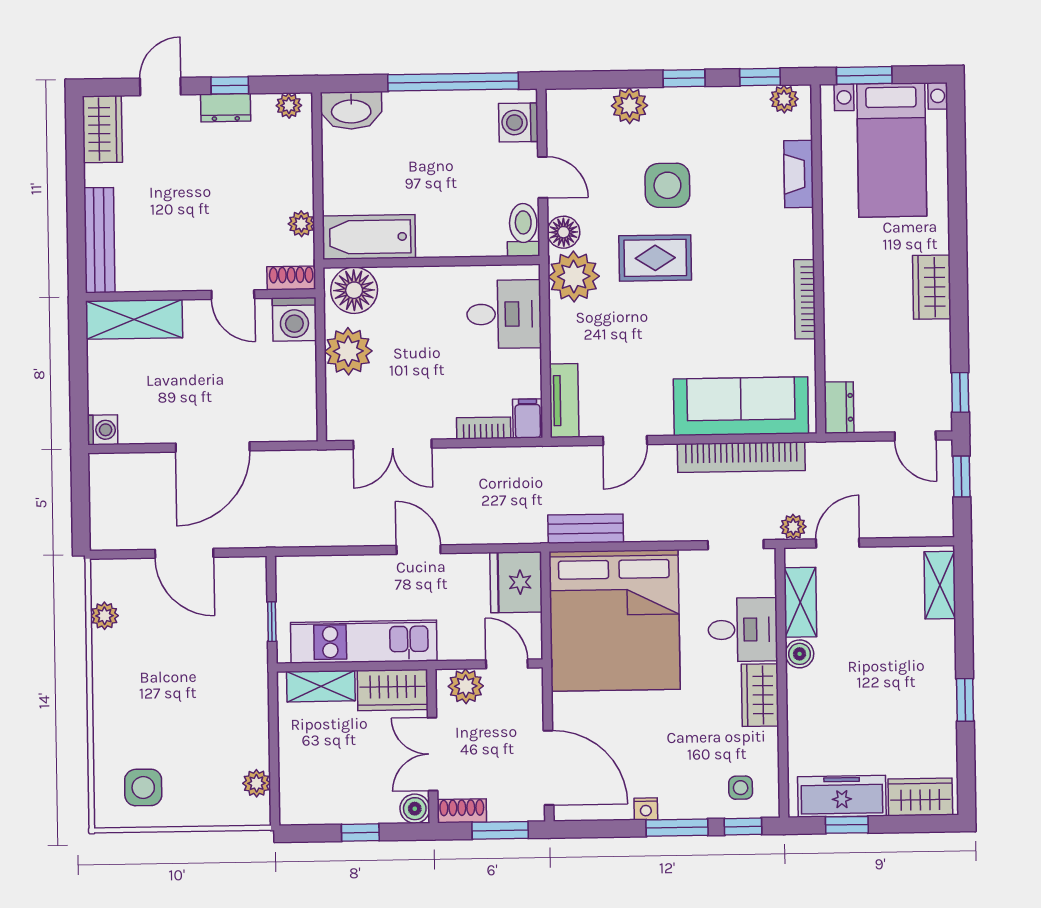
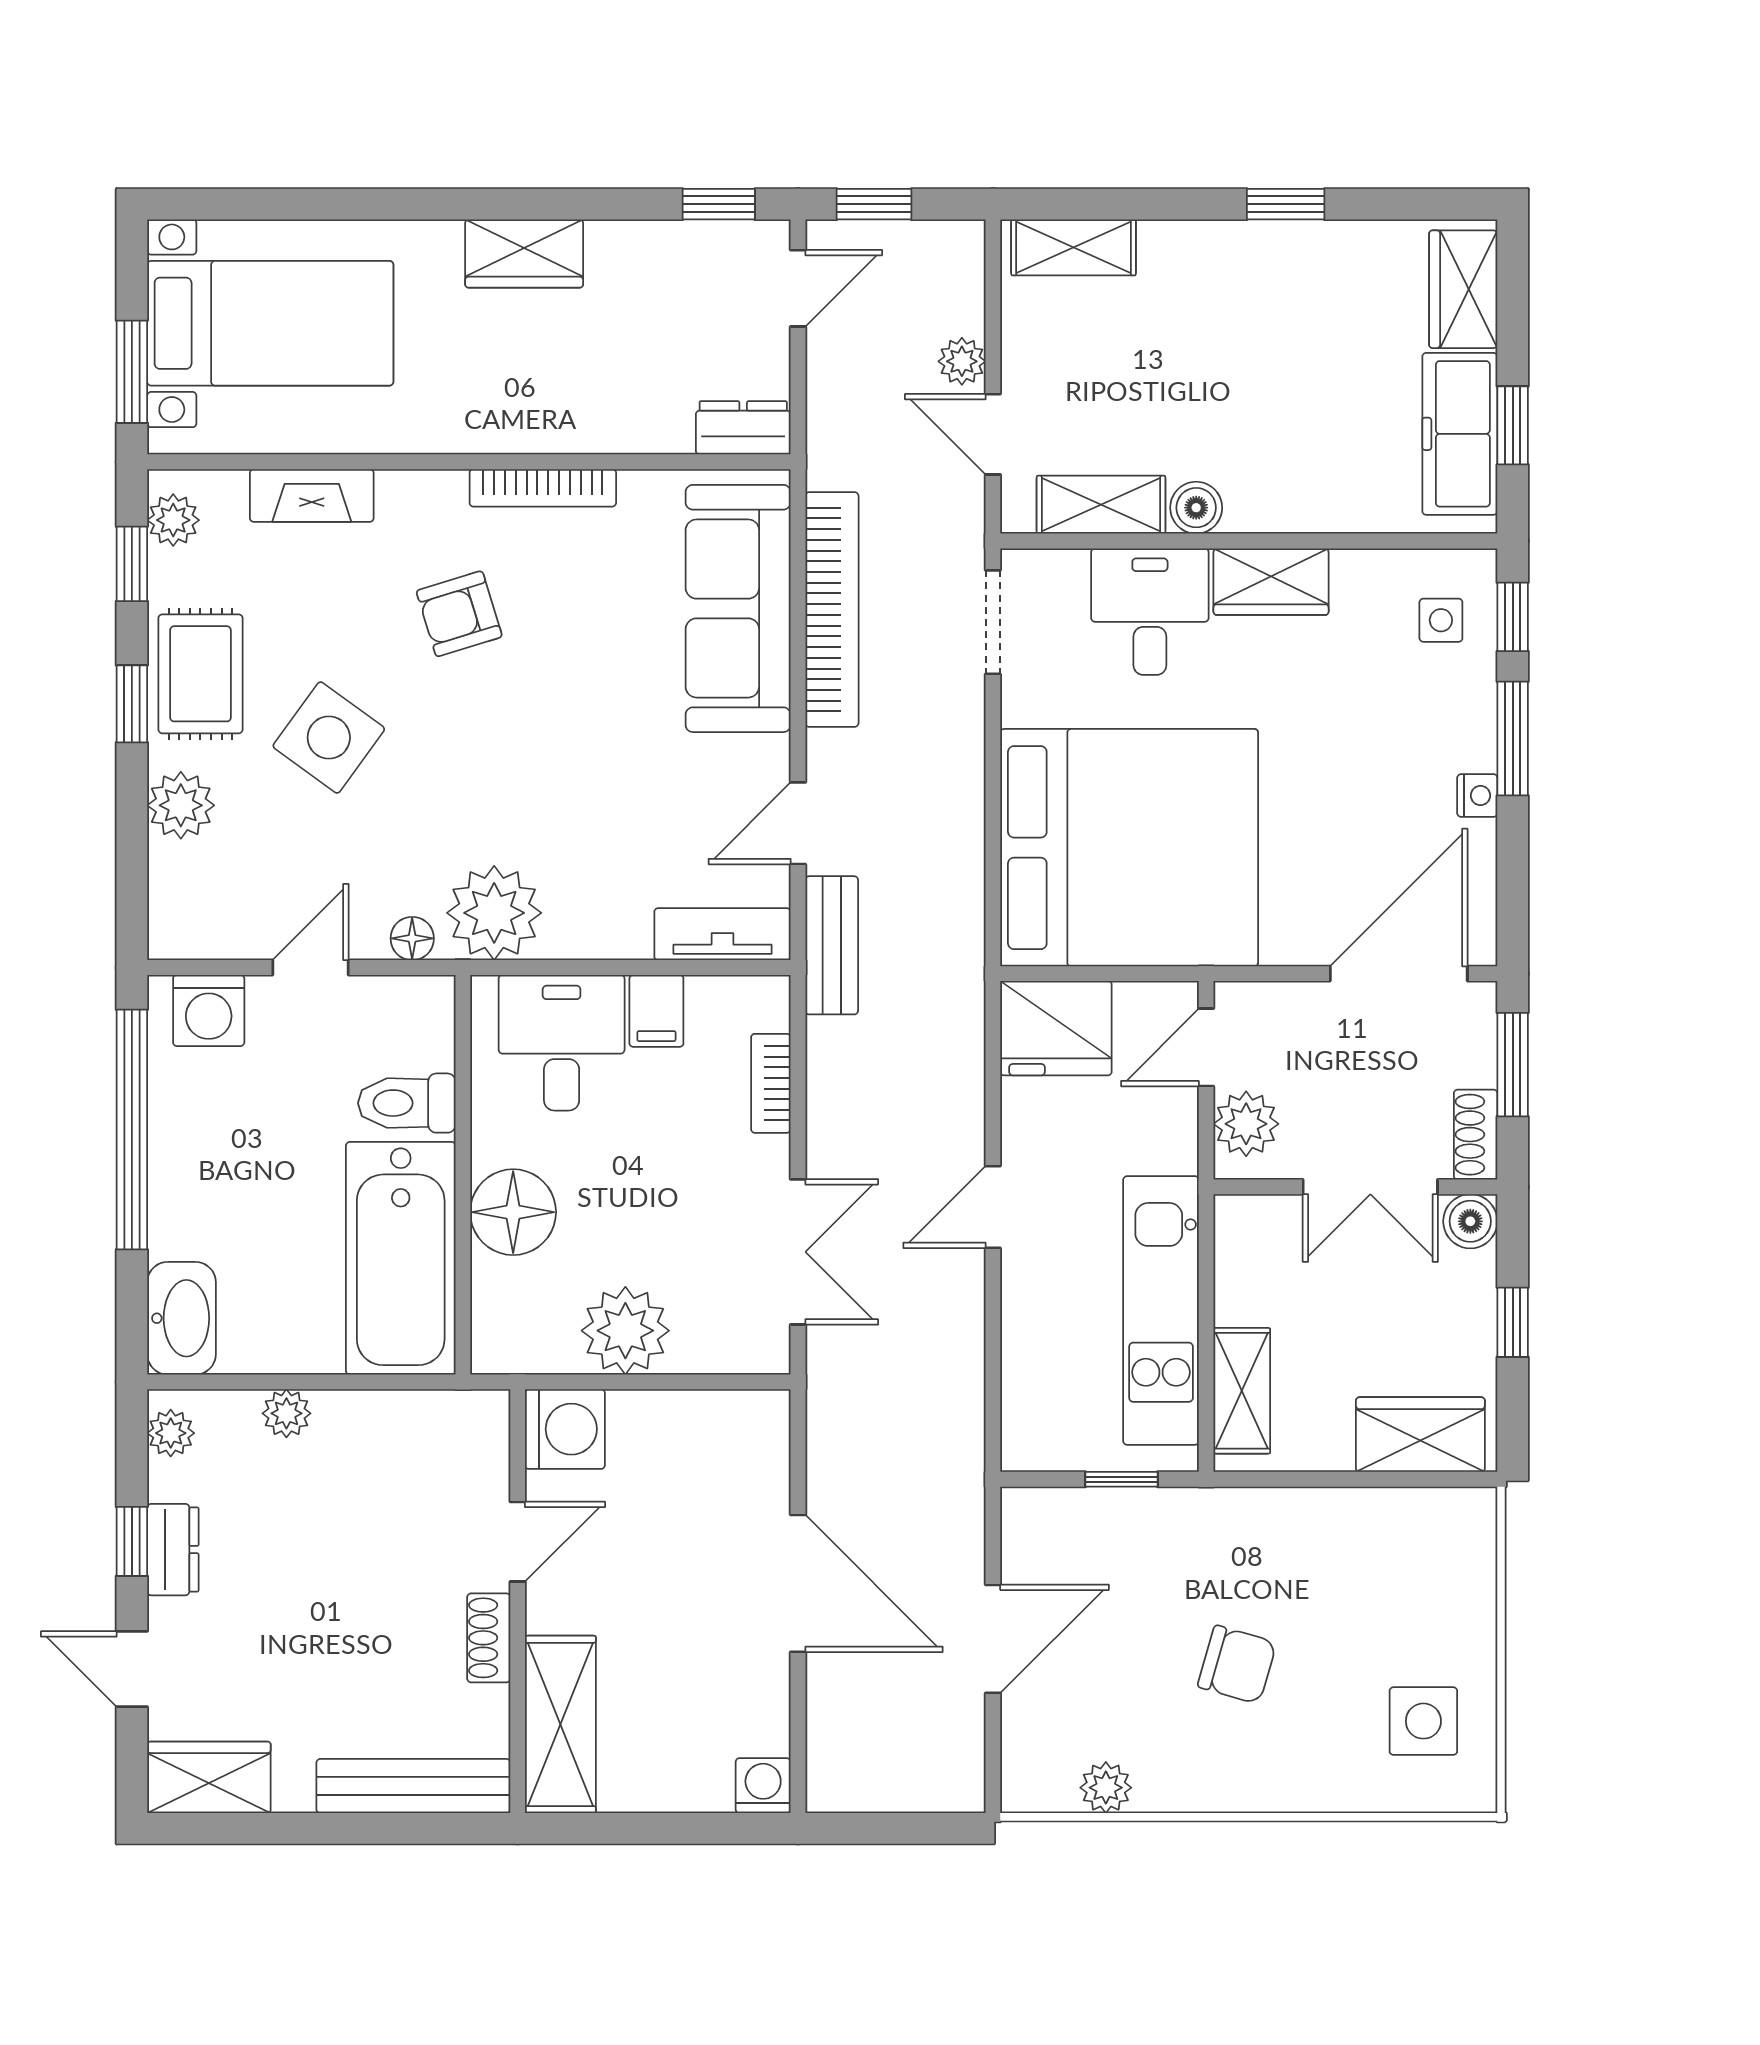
side table: (667, 185) -> (329, 738), turned 36
plant: (301, 224) -> (286, 1413), moved
toilet: (523, 230) -> (407, 1103), moved
floor lamp: (564, 232) -> (412, 938), width x0.73, depth x0.73
bathtub: (369, 237) -> (401, 1258), width x1.36, depth x1.36
armchair: (736, 255) -> (459, 614), added
rug: (655, 258) -> (200, 674), moved
shoe rack: (291, 278) -> (489, 1638), moved
floor lamp: (354, 290) -> (513, 1212), moved
filing cabinet: (528, 419) -> (656, 1011), moved, turned -90
door: (625, 441) -> (798, 823), swing flipped
plant: (793, 527) -> (962, 361), moved
bench: (586, 529) -> (832, 945), moved
chair: (172, 686) -> (1237, 1665), added
wardrobe: (393, 690) -> (1420, 1435), moved, turned -90
plant: (257, 783) -> (1419, 1512), removed

